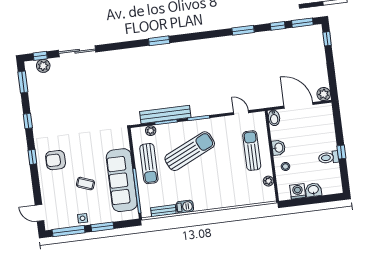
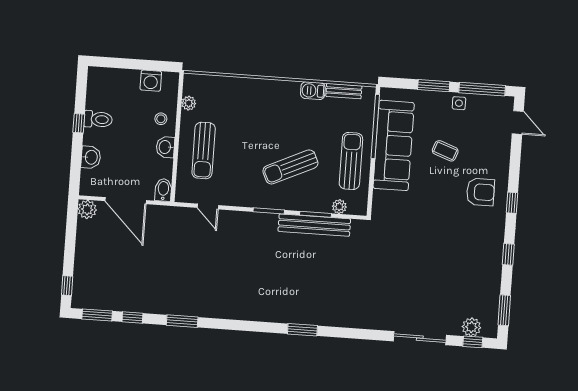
sun lounger: (190, 151) -> (290, 167), width x0.73, depth x0.75
washbasin: (313, 190) -> (91, 157), moved, turned -90

